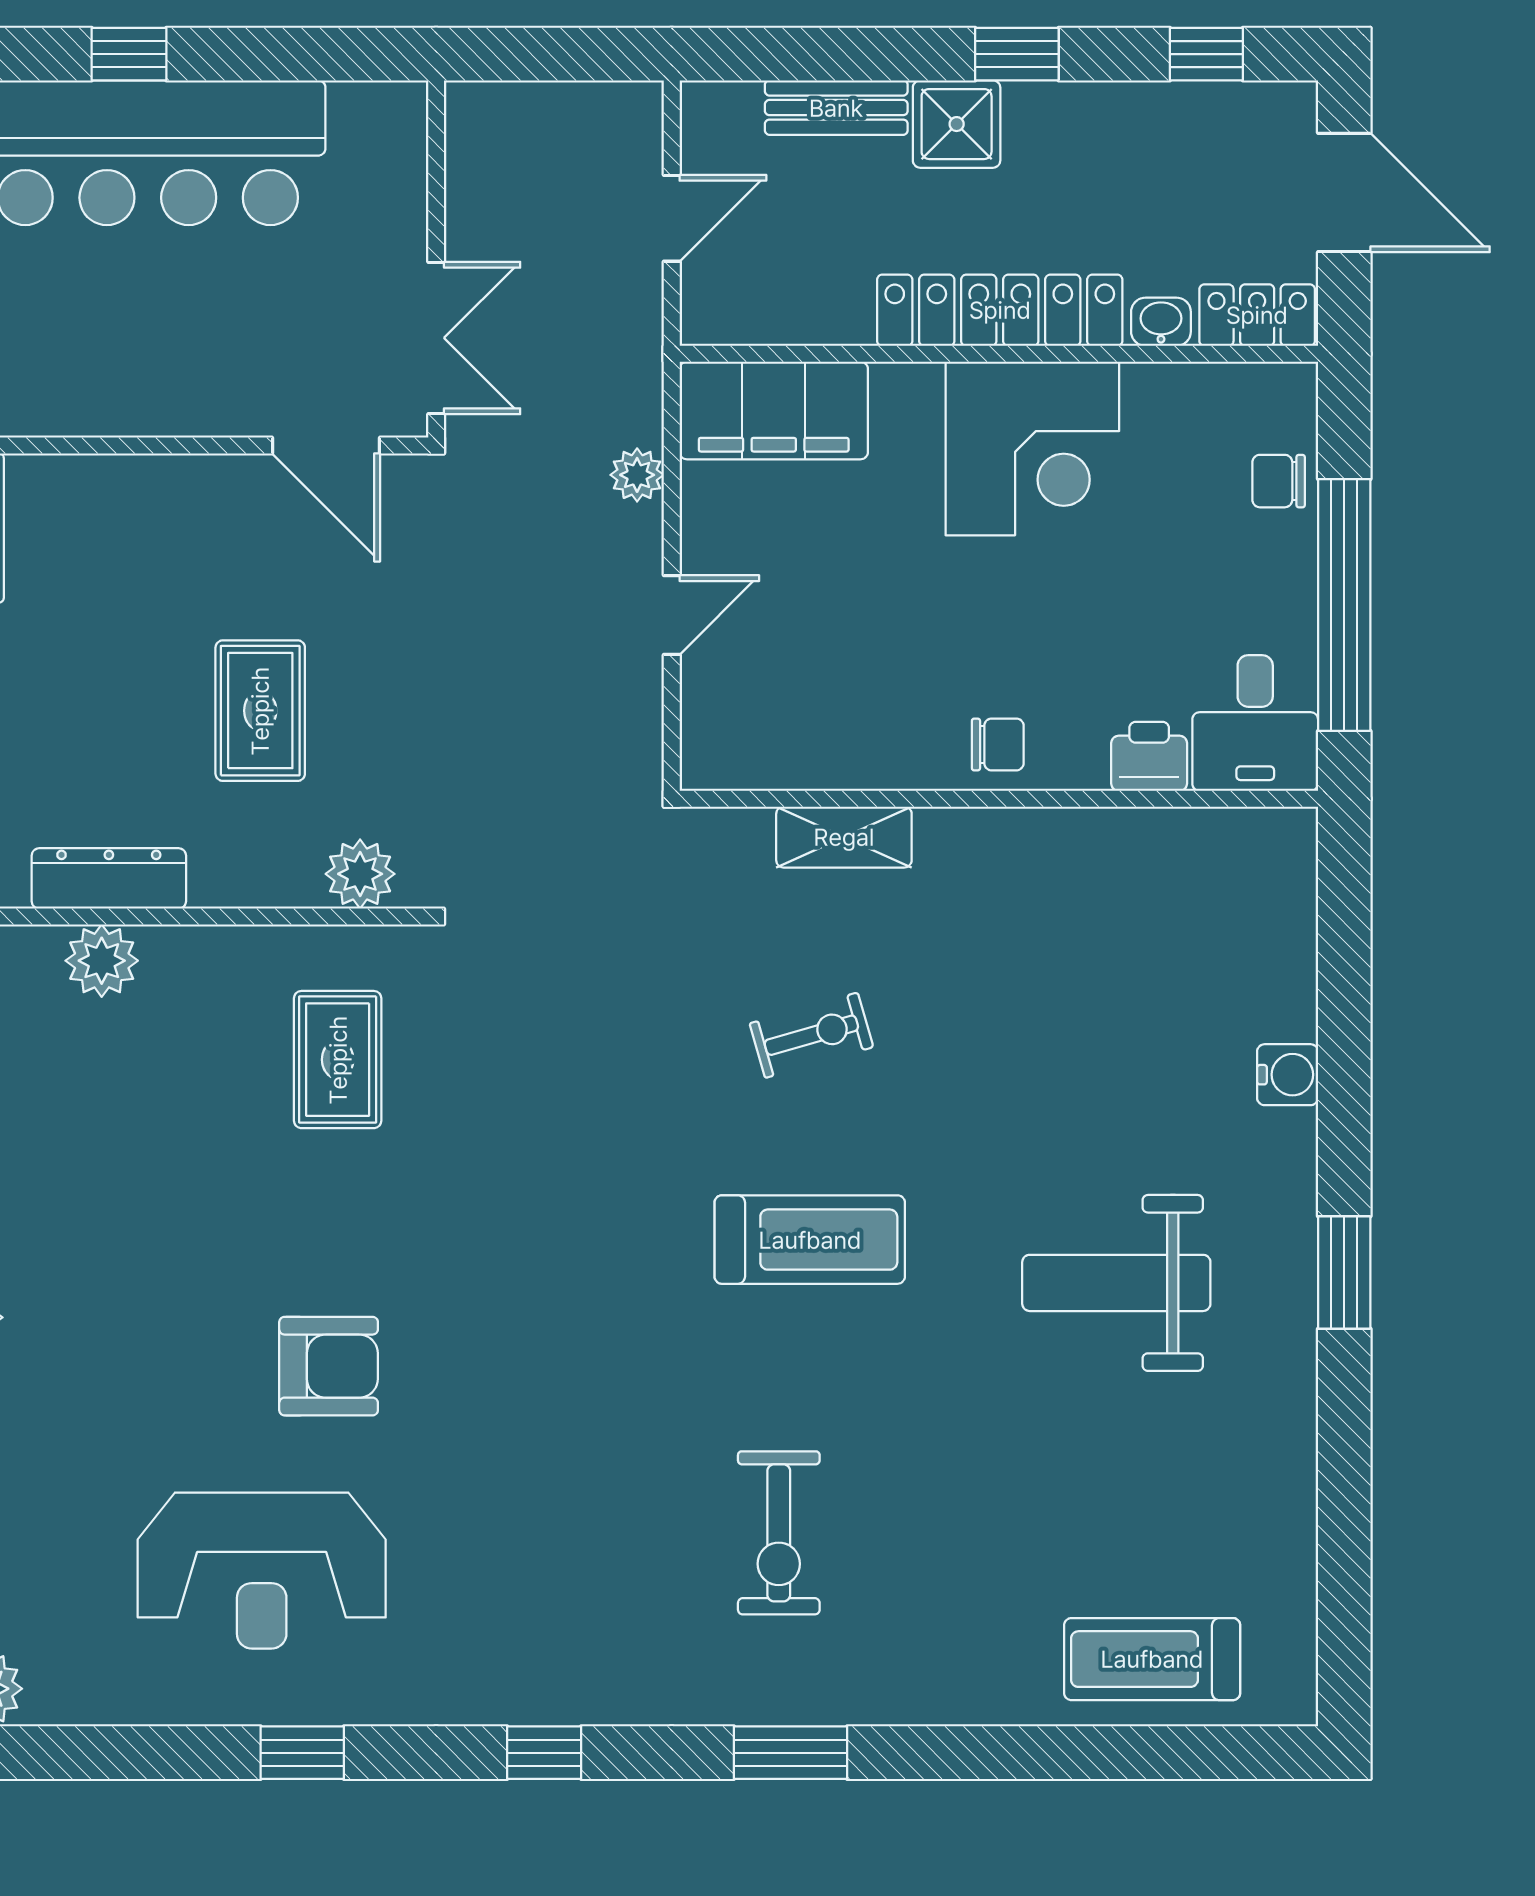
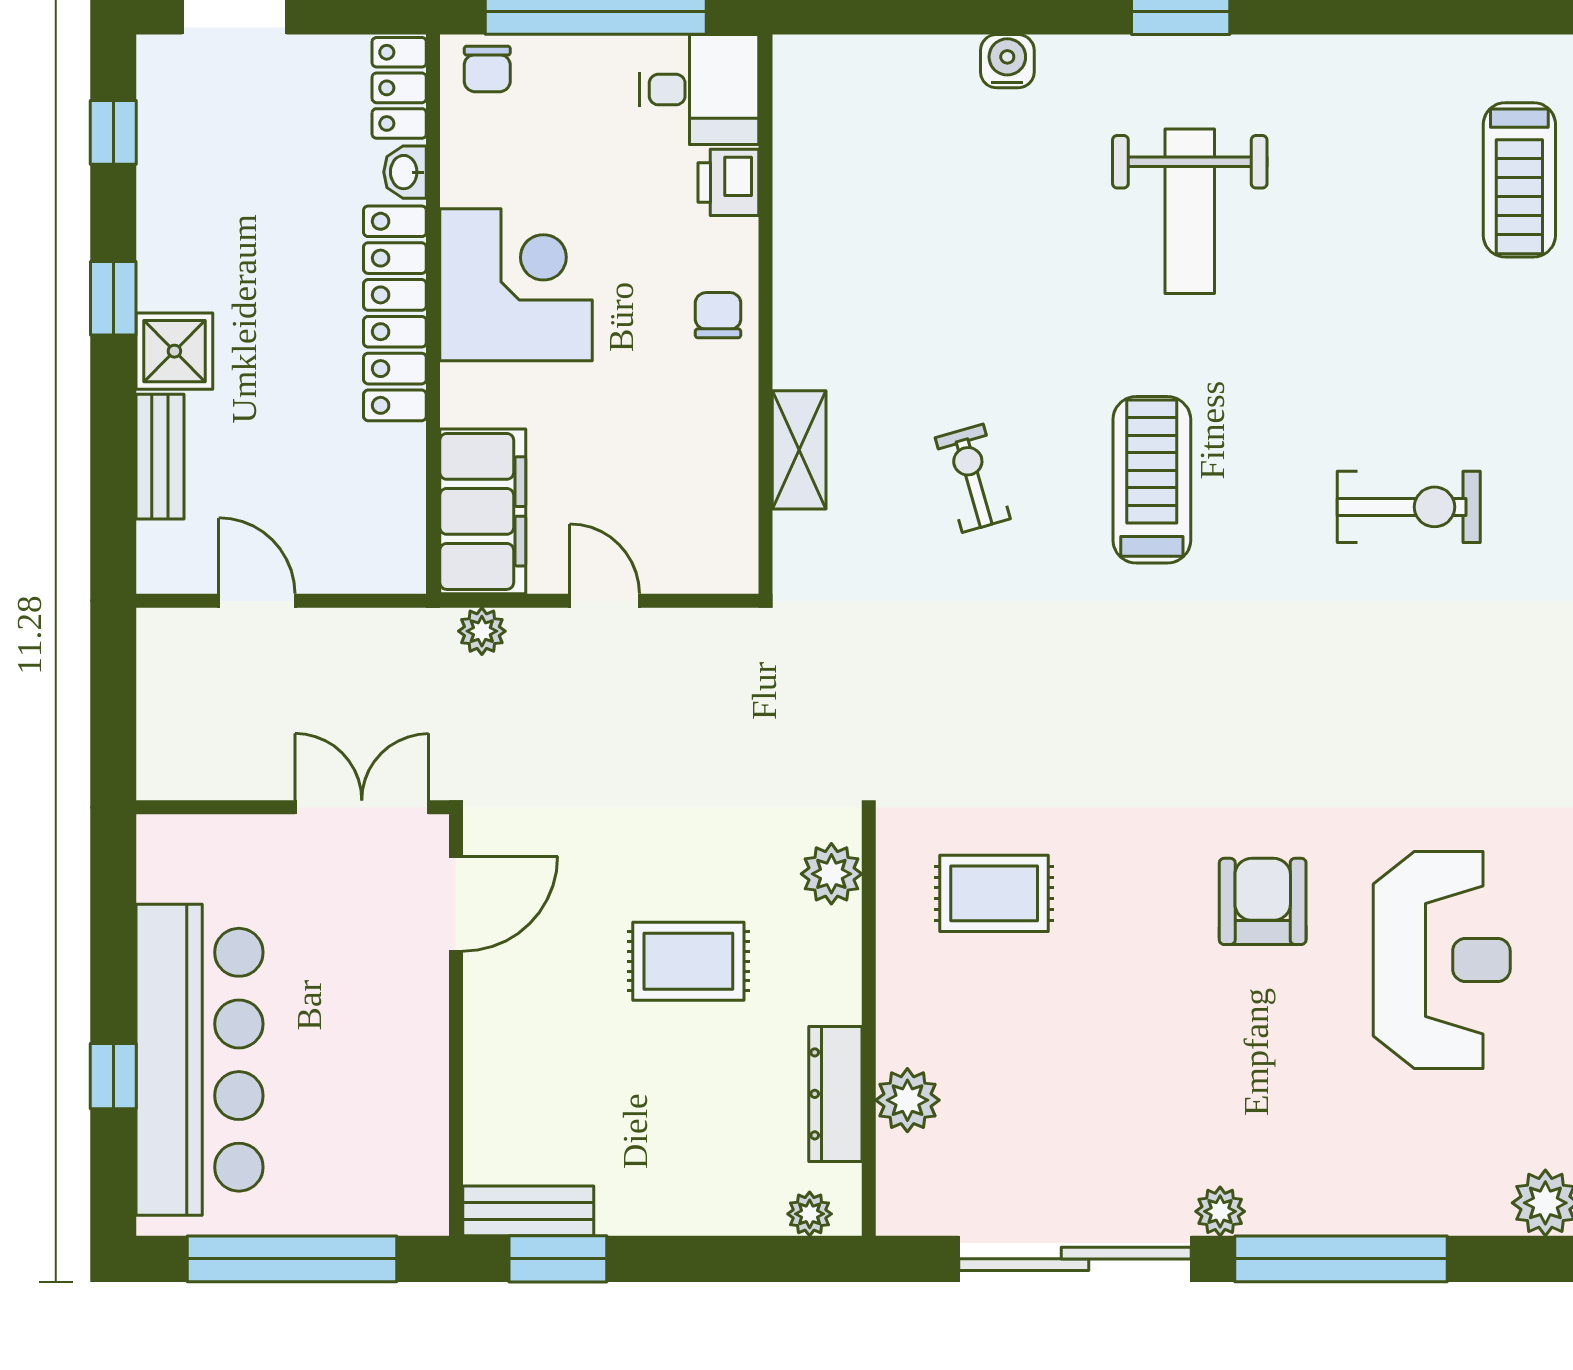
locker: (1000, 310) -> (395, 313), moved
locker: (1257, 315) -> (399, 88), moved
washbasin: (1161, 322) -> (405, 172), moved
wall: (999, 354) -> (433, 314), moved
filing cabinet: (774, 410) -> (483, 511), moved
corner desk: (1032, 448) -> (516, 285), moved

